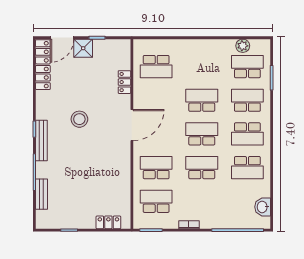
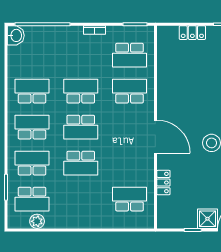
school desk: (247, 100) -> (32, 163), turned 180
door: (132, 125) -> (155, 137), swing flipped
school desk: (156, 168) -> (130, 91), turned 180
school desk: (202, 168) -> (81, 91), turned 180
washbasin: (263, 207) -> (16, 35), moved
locker: (108, 222) -> (192, 33), moved

